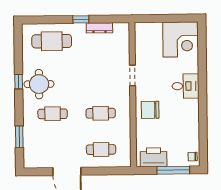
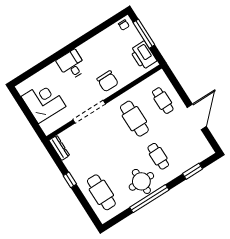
dresser: (99, 28) -> (59, 148), moved
corner desk: (181, 39) -> (44, 101), moved
doorway: (132, 76) -> (89, 112), width x1.88
window: (19, 82) -> (149, 199), width x3.17
cafe table: (101, 113) -> (134, 119), width x1.37, depth x1.35

